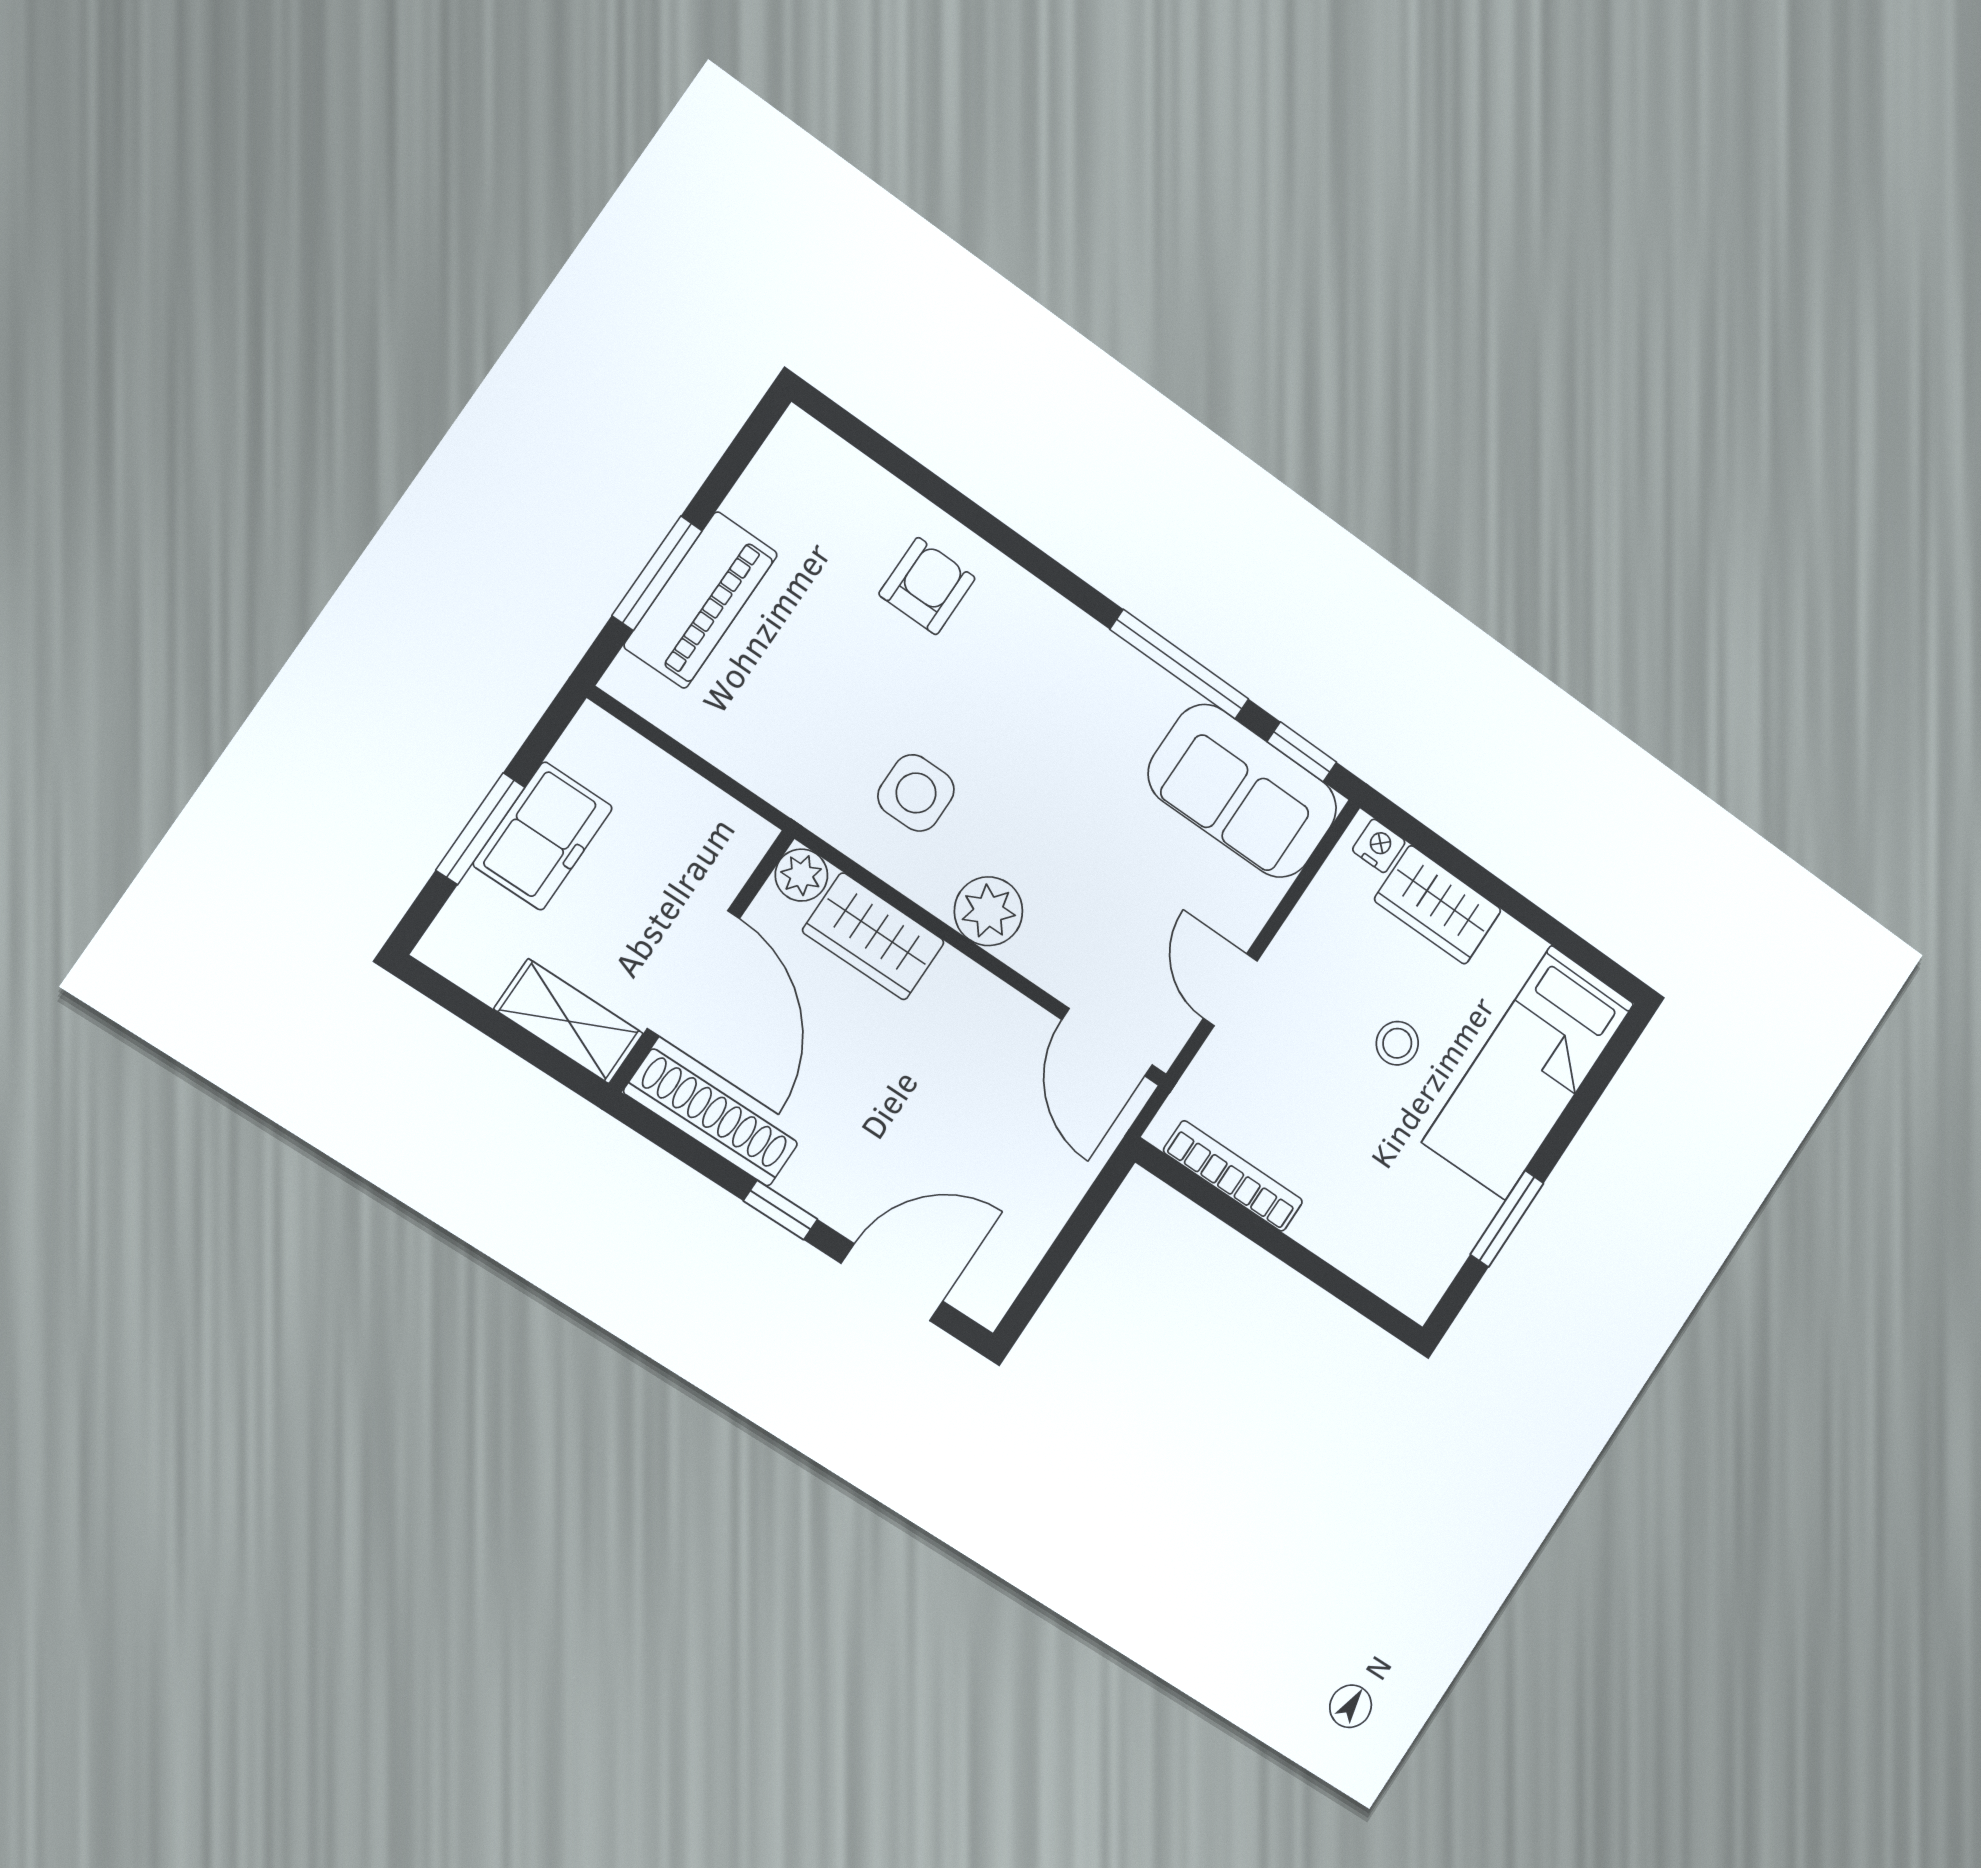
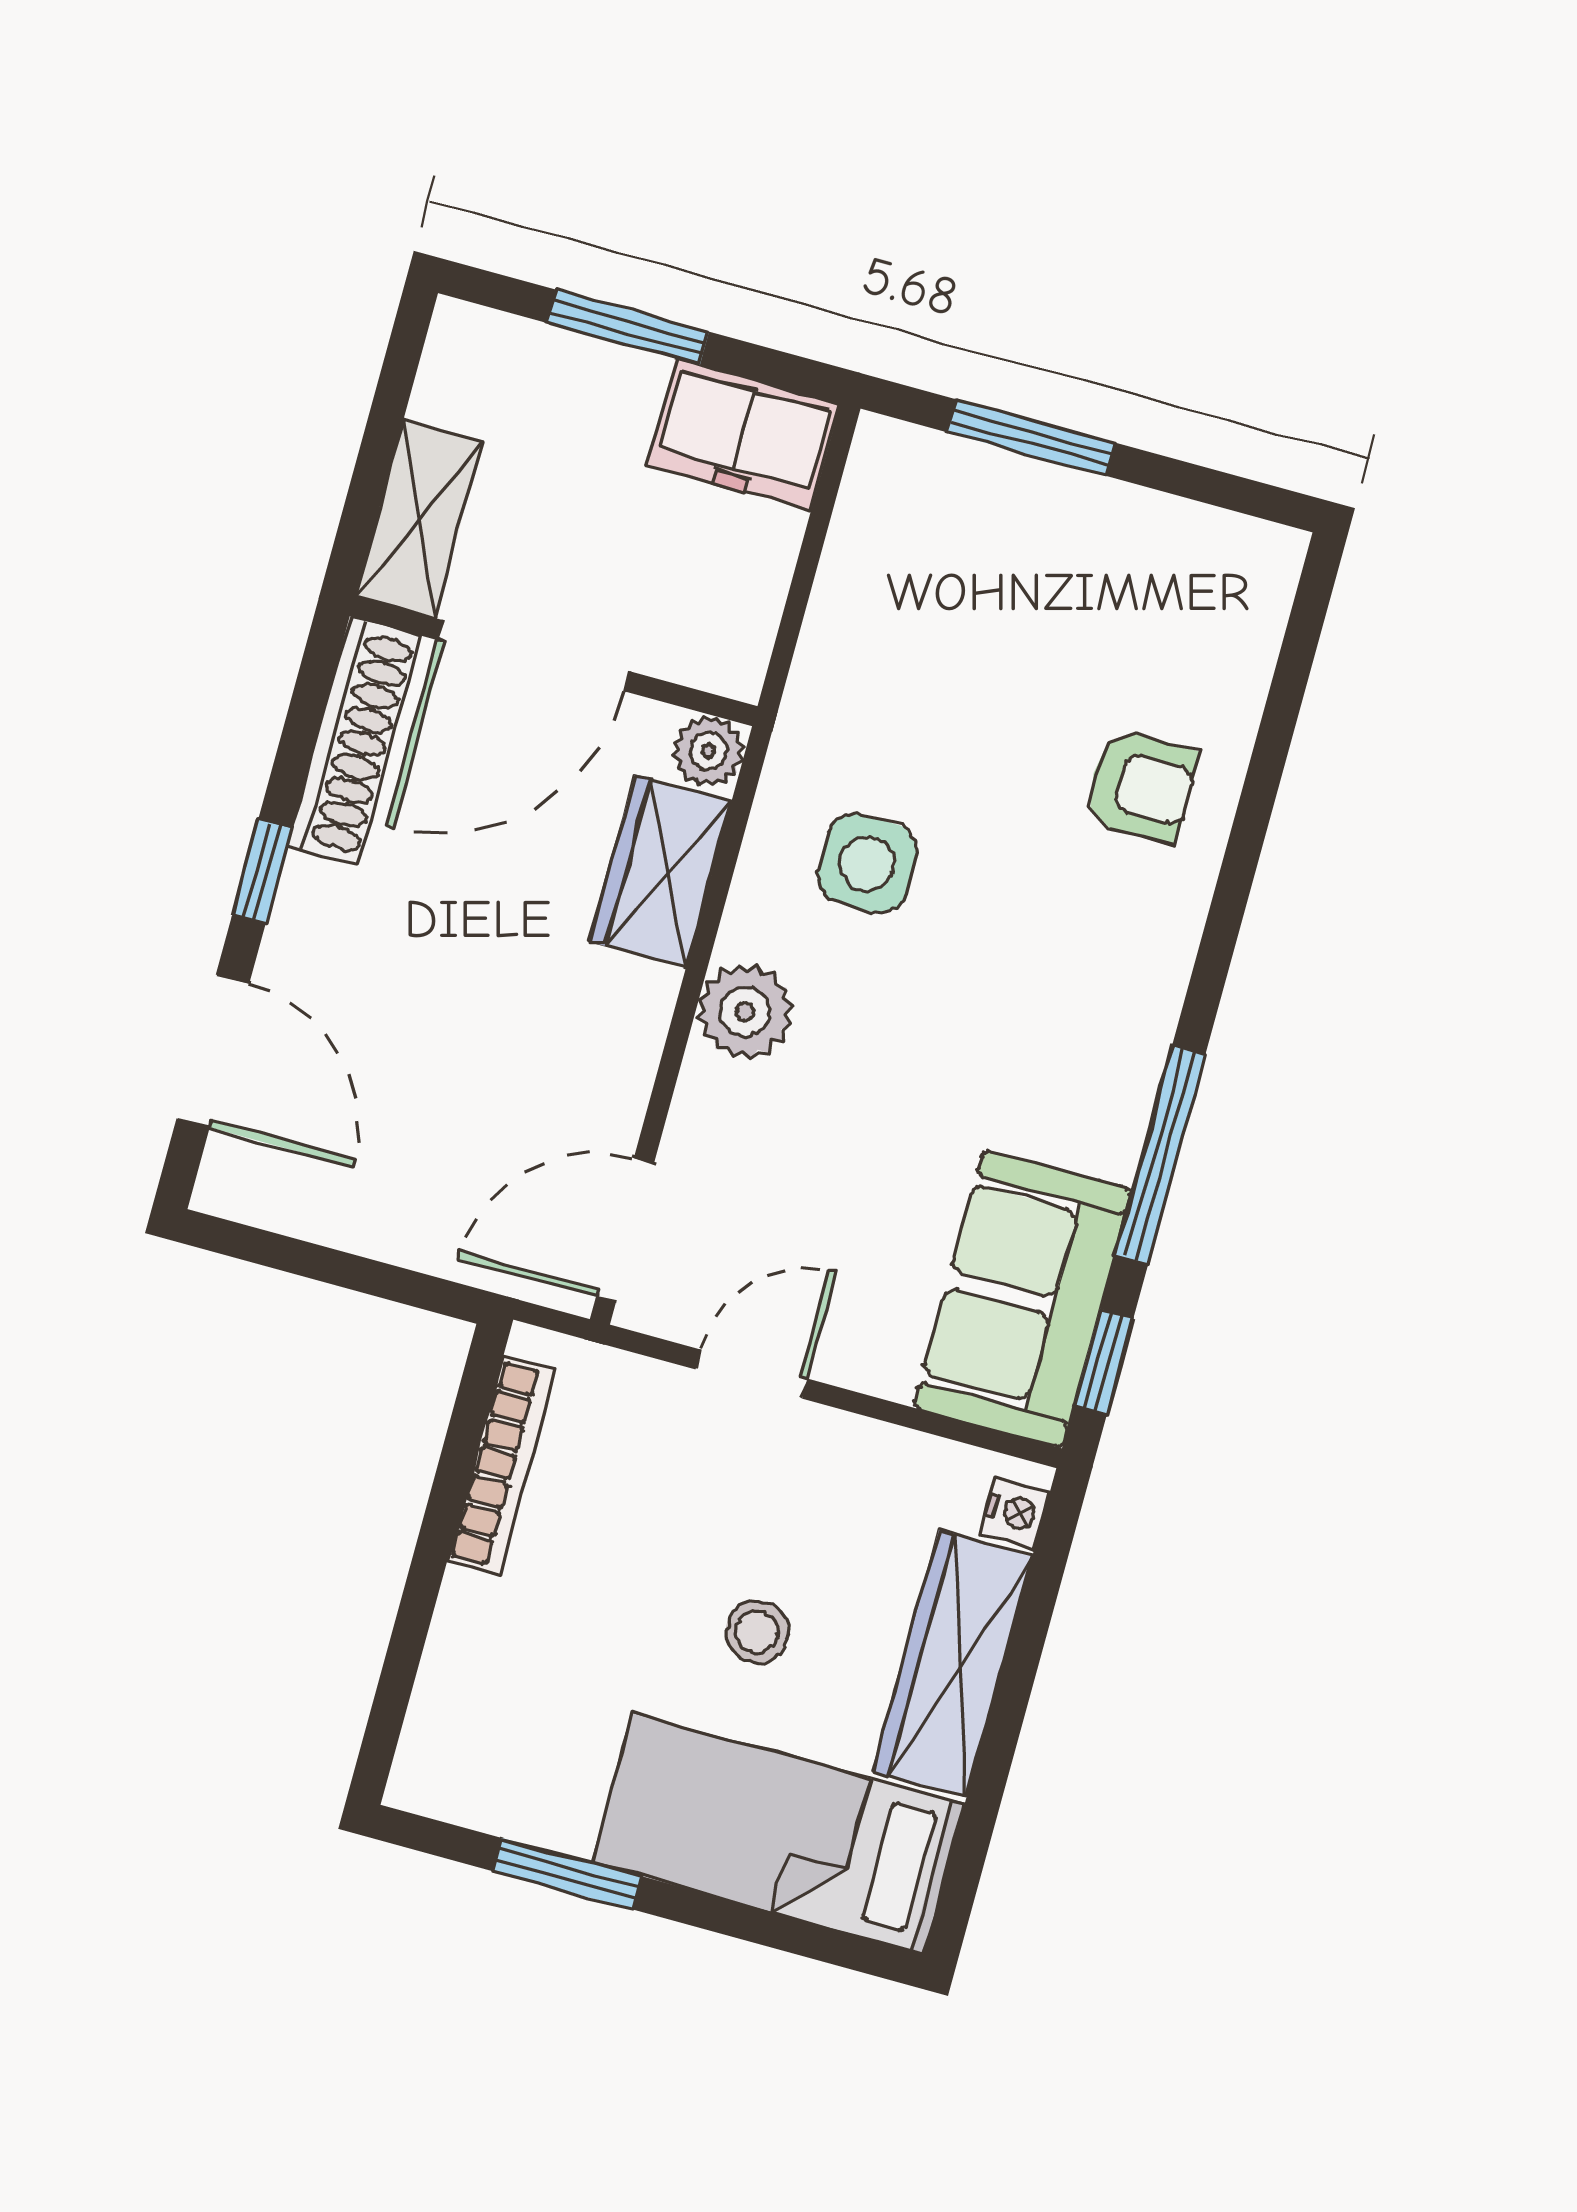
piano: (701, 600) -> (1017, 504), removed
freezer: (543, 836) -> (744, 434), moved
wardrobe: (1438, 905) -> (953, 1664), width x1.50

